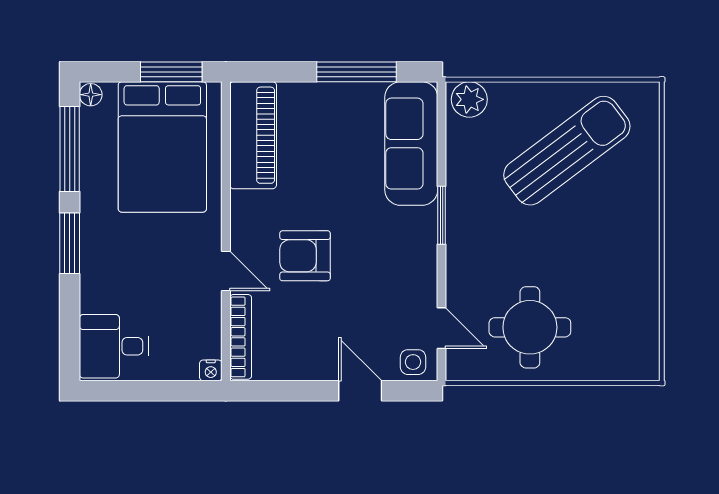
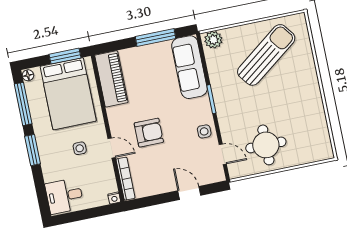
armchair: (305, 256) -> (149, 133), turned 180
side table: (163, 259) -> (80, 148), added
side table: (413, 362) -> (204, 131), moved

